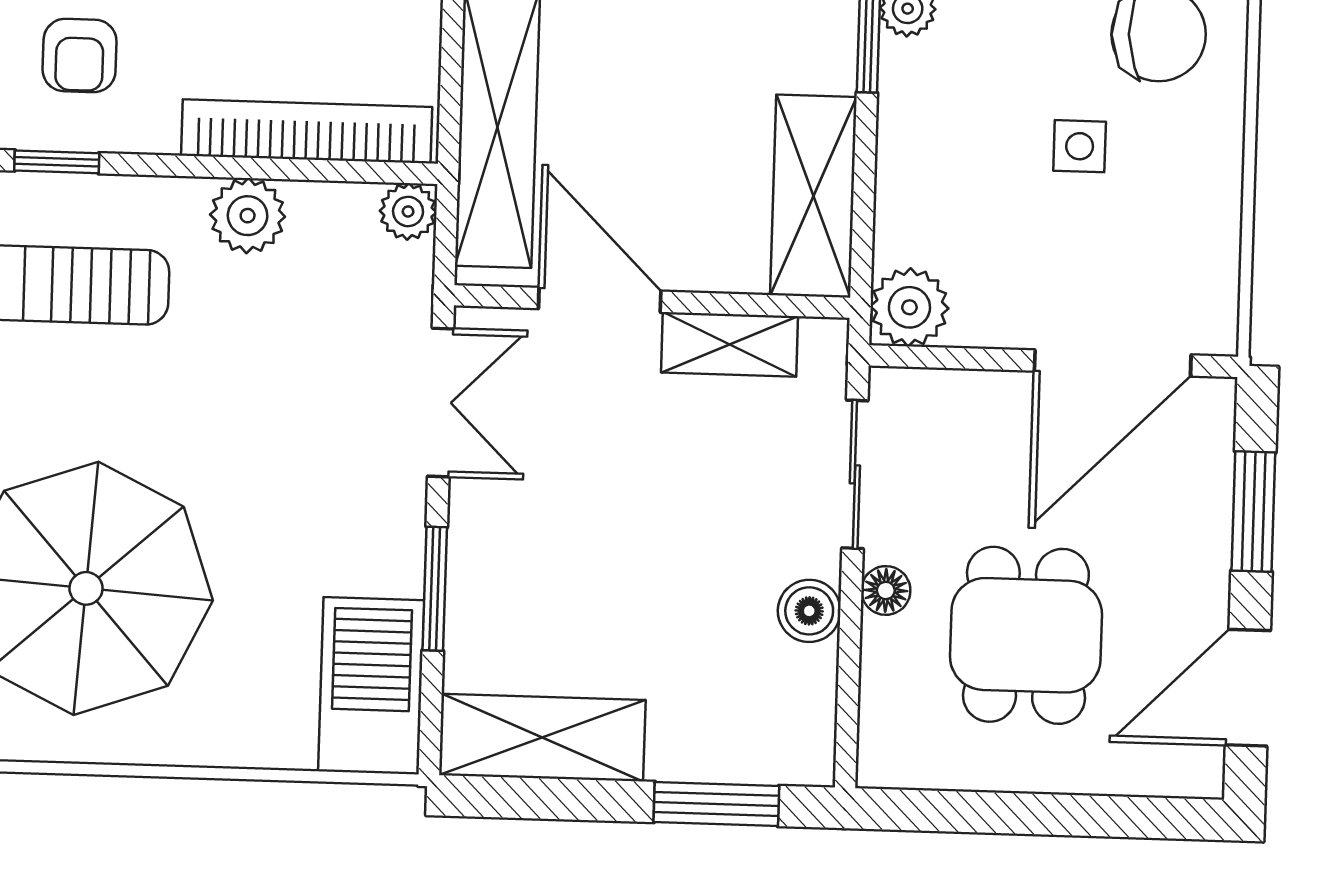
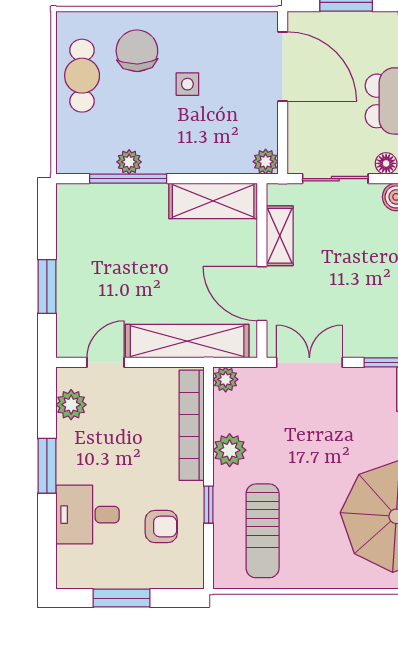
window: (57, 162) -> (209, 505), moved
door: (600, 300) -> (262, 294), hinge flipped
plant: (909, 307) -> (266, 162), width x0.73, depth x0.73

